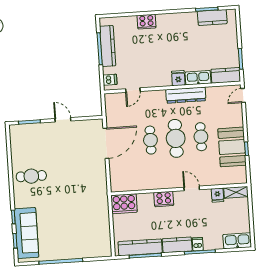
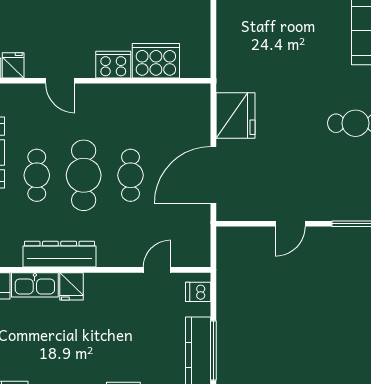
door: (63, 120) -> (290, 224), hinge flipped
fridge: (96, 176) -> (235, 115), added
cooker: (124, 204) -> (156, 61), moved

